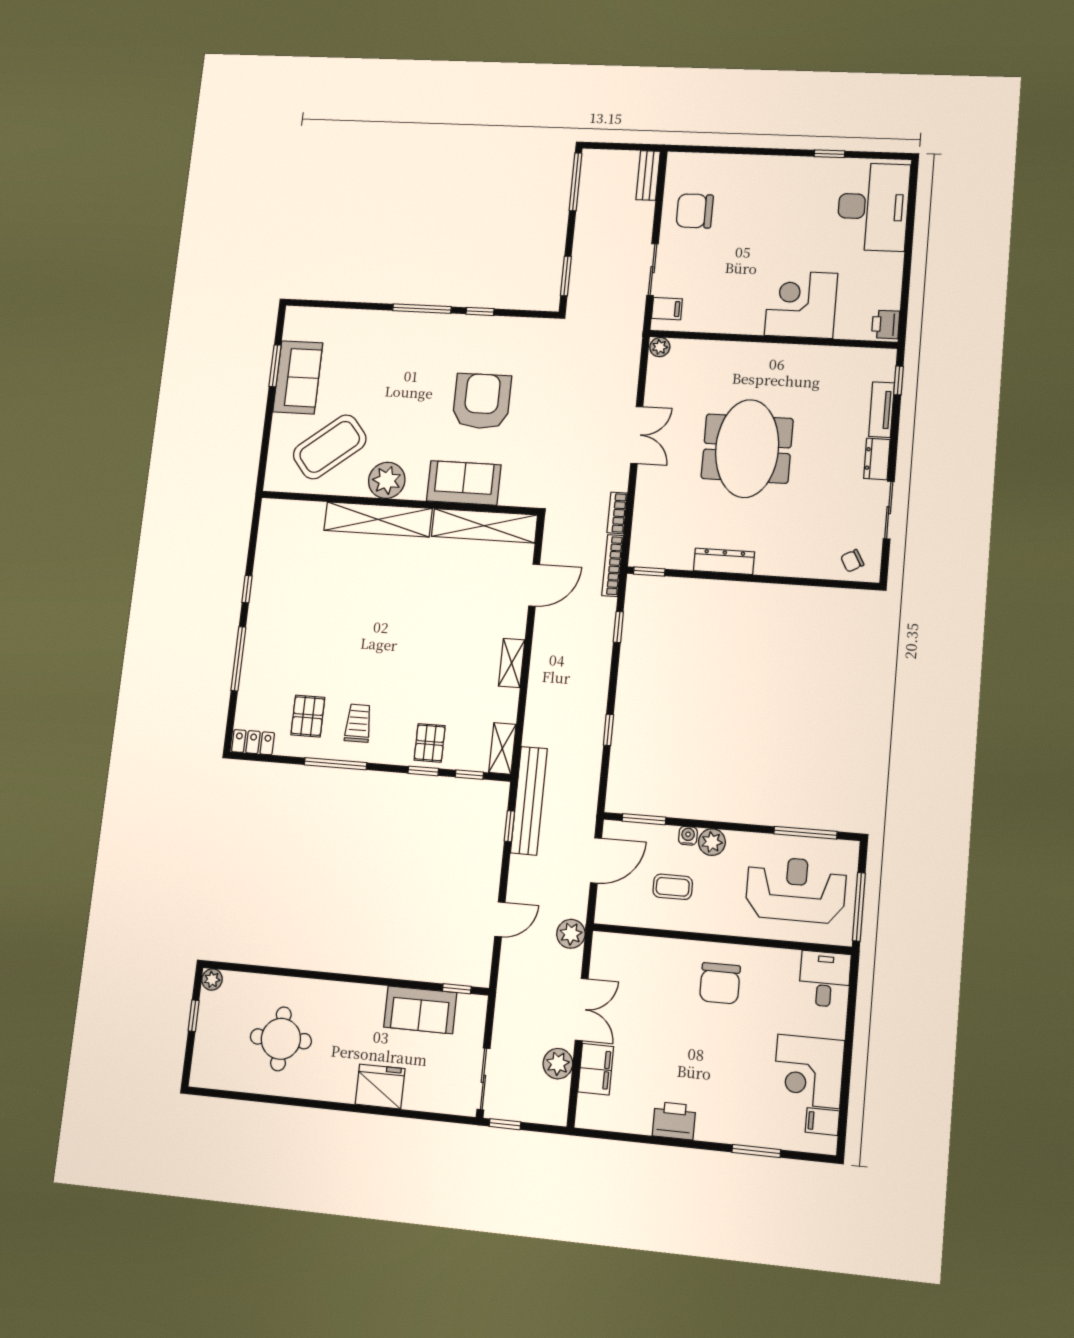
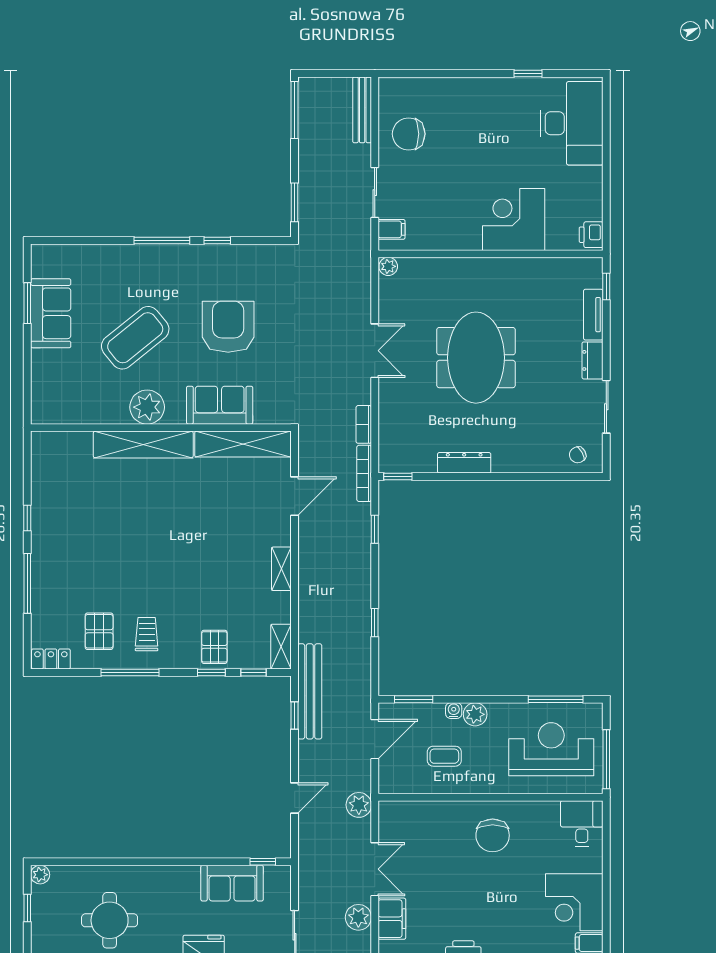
bench: (648, 175) -> (362, 110), width x1.36
coffee table: (330, 447) -> (135, 338), moved

